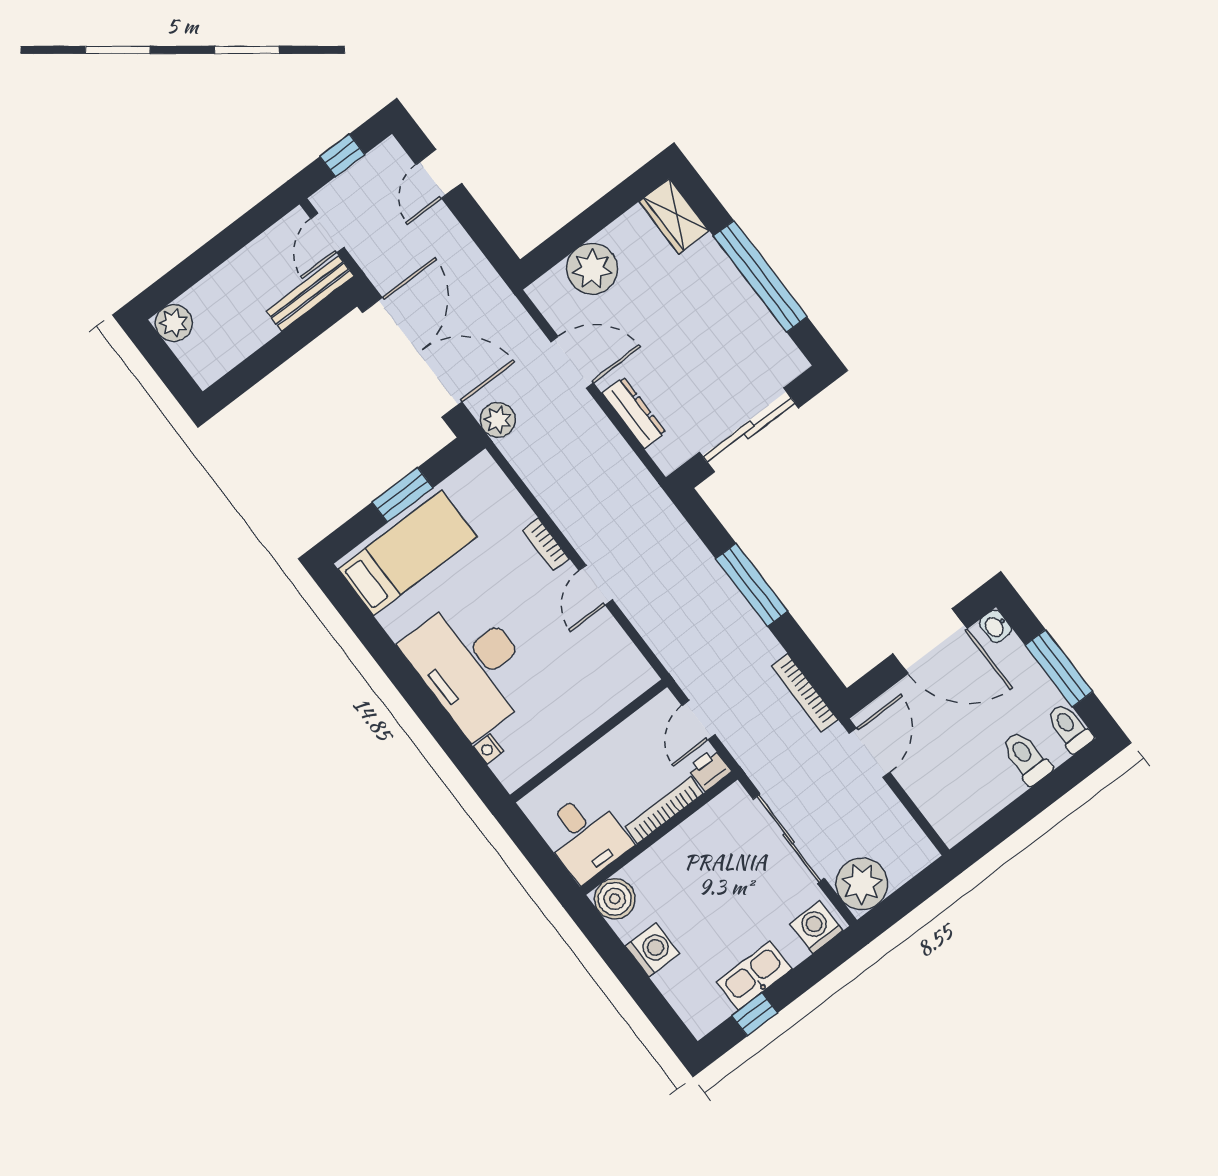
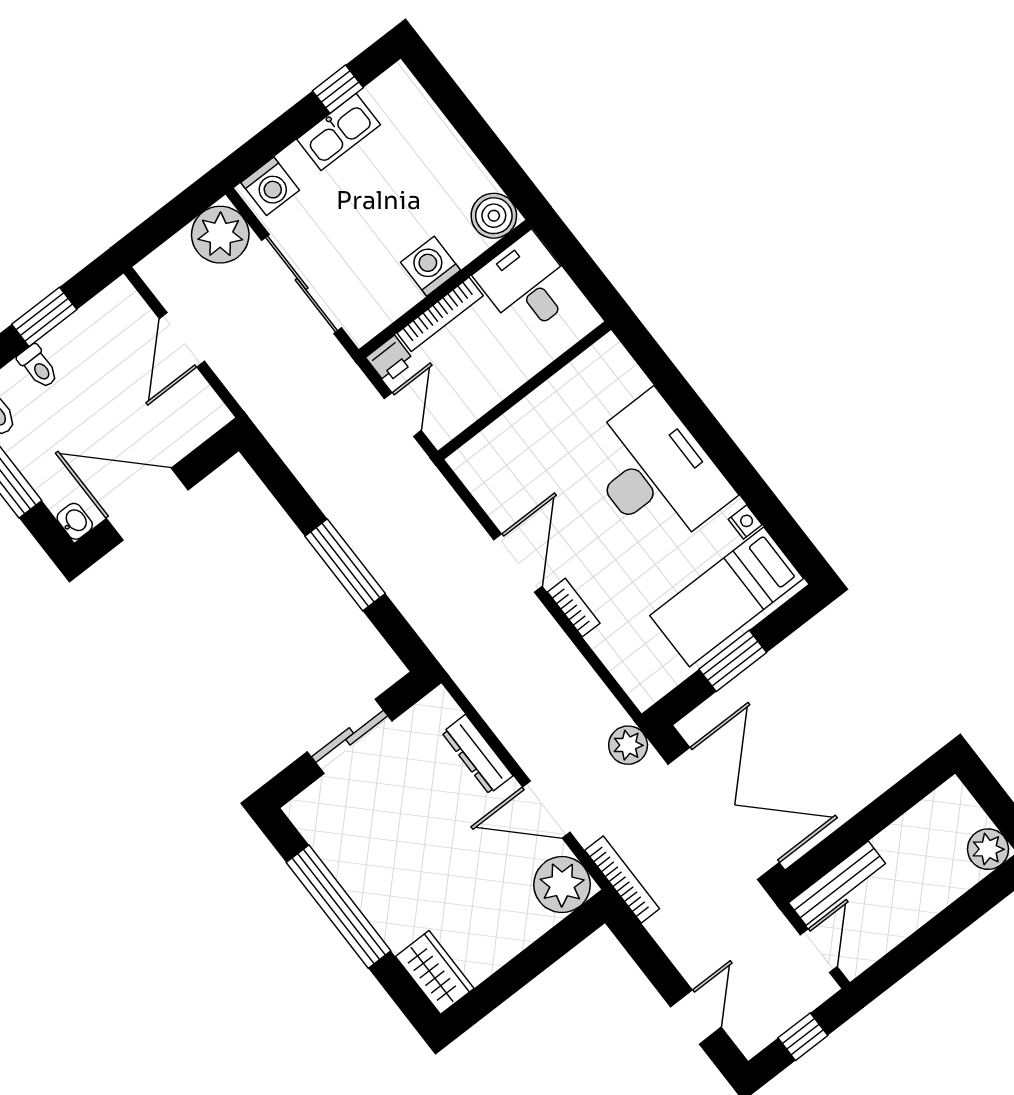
plant: (592, 269) -> (562, 885), moved
double door: (412, 357) -> (724, 814), swing flipped
sliding door: (749, 430) -> (350, 736), width x0.73
door: (596, 585) -> (518, 563), width x1.38
bookcase: (805, 693) -> (622, 880), moved
nightstand: (488, 749) -> (745, 522), moved
door: (870, 753) -> (182, 340), moved
toilet: (1026, 758) -> (38, 367), width x0.73, depth x0.72
window: (1021, 811) -> (44, 317), added
washing machine: (652, 950) -> (430, 266), moved, turned 90

